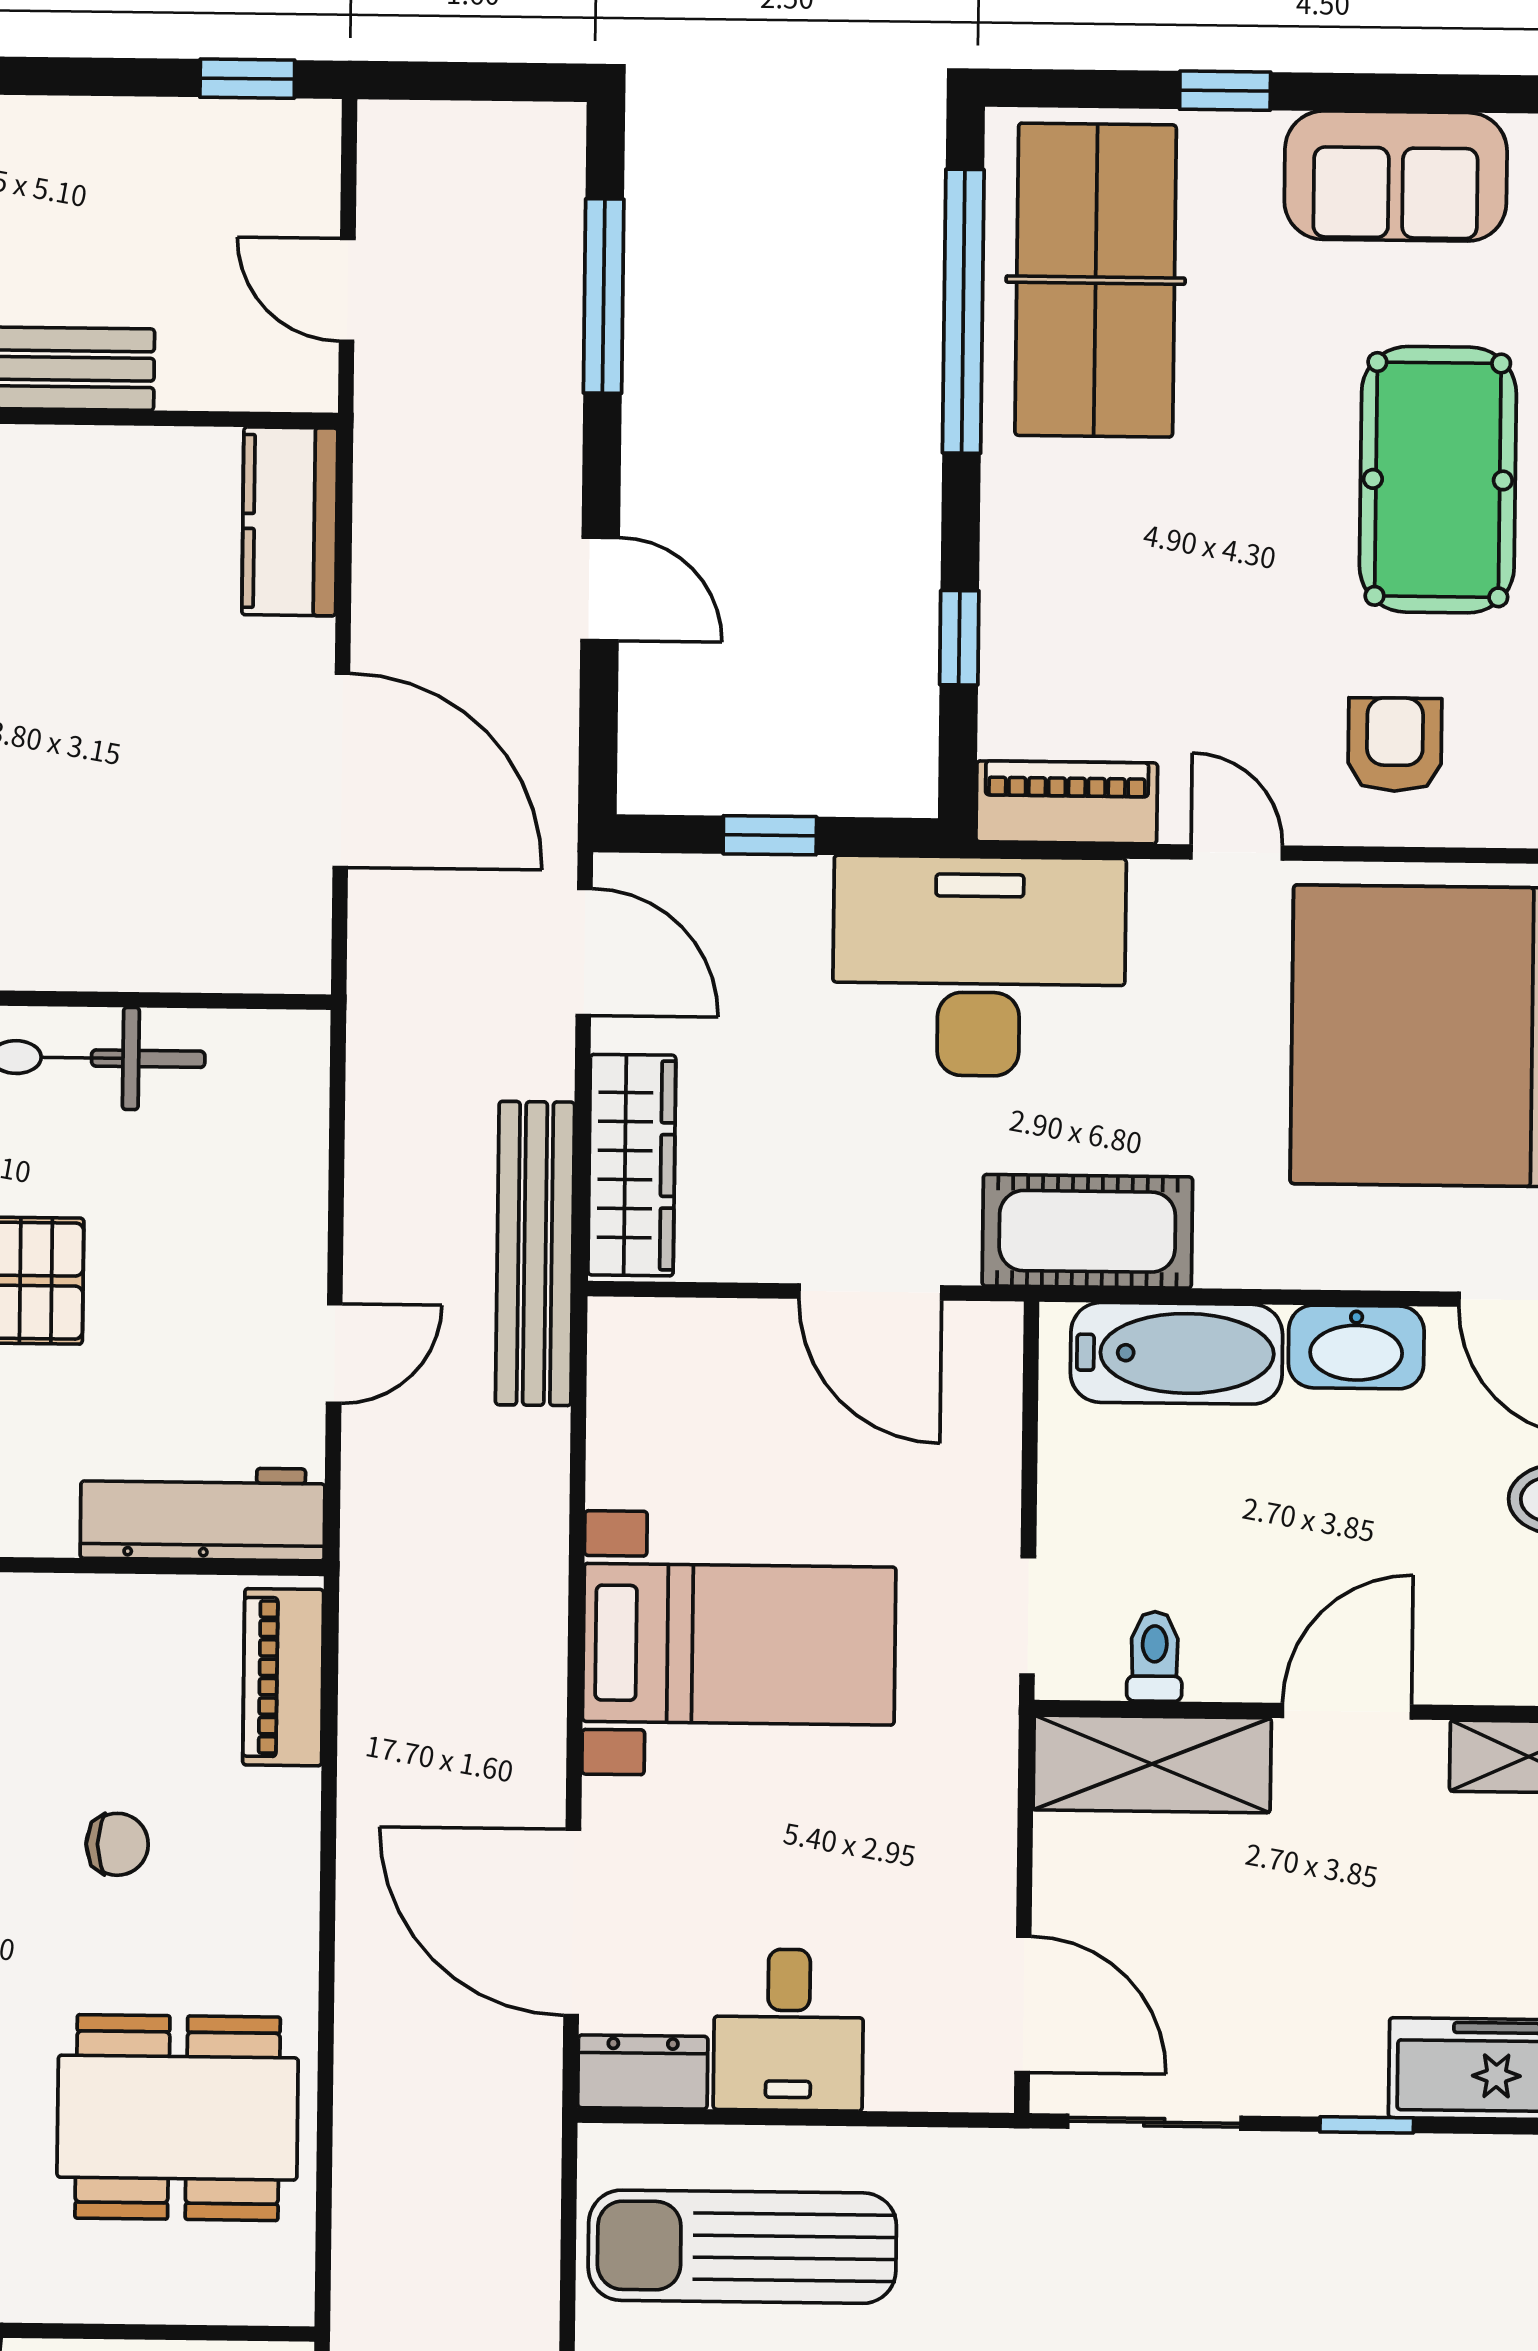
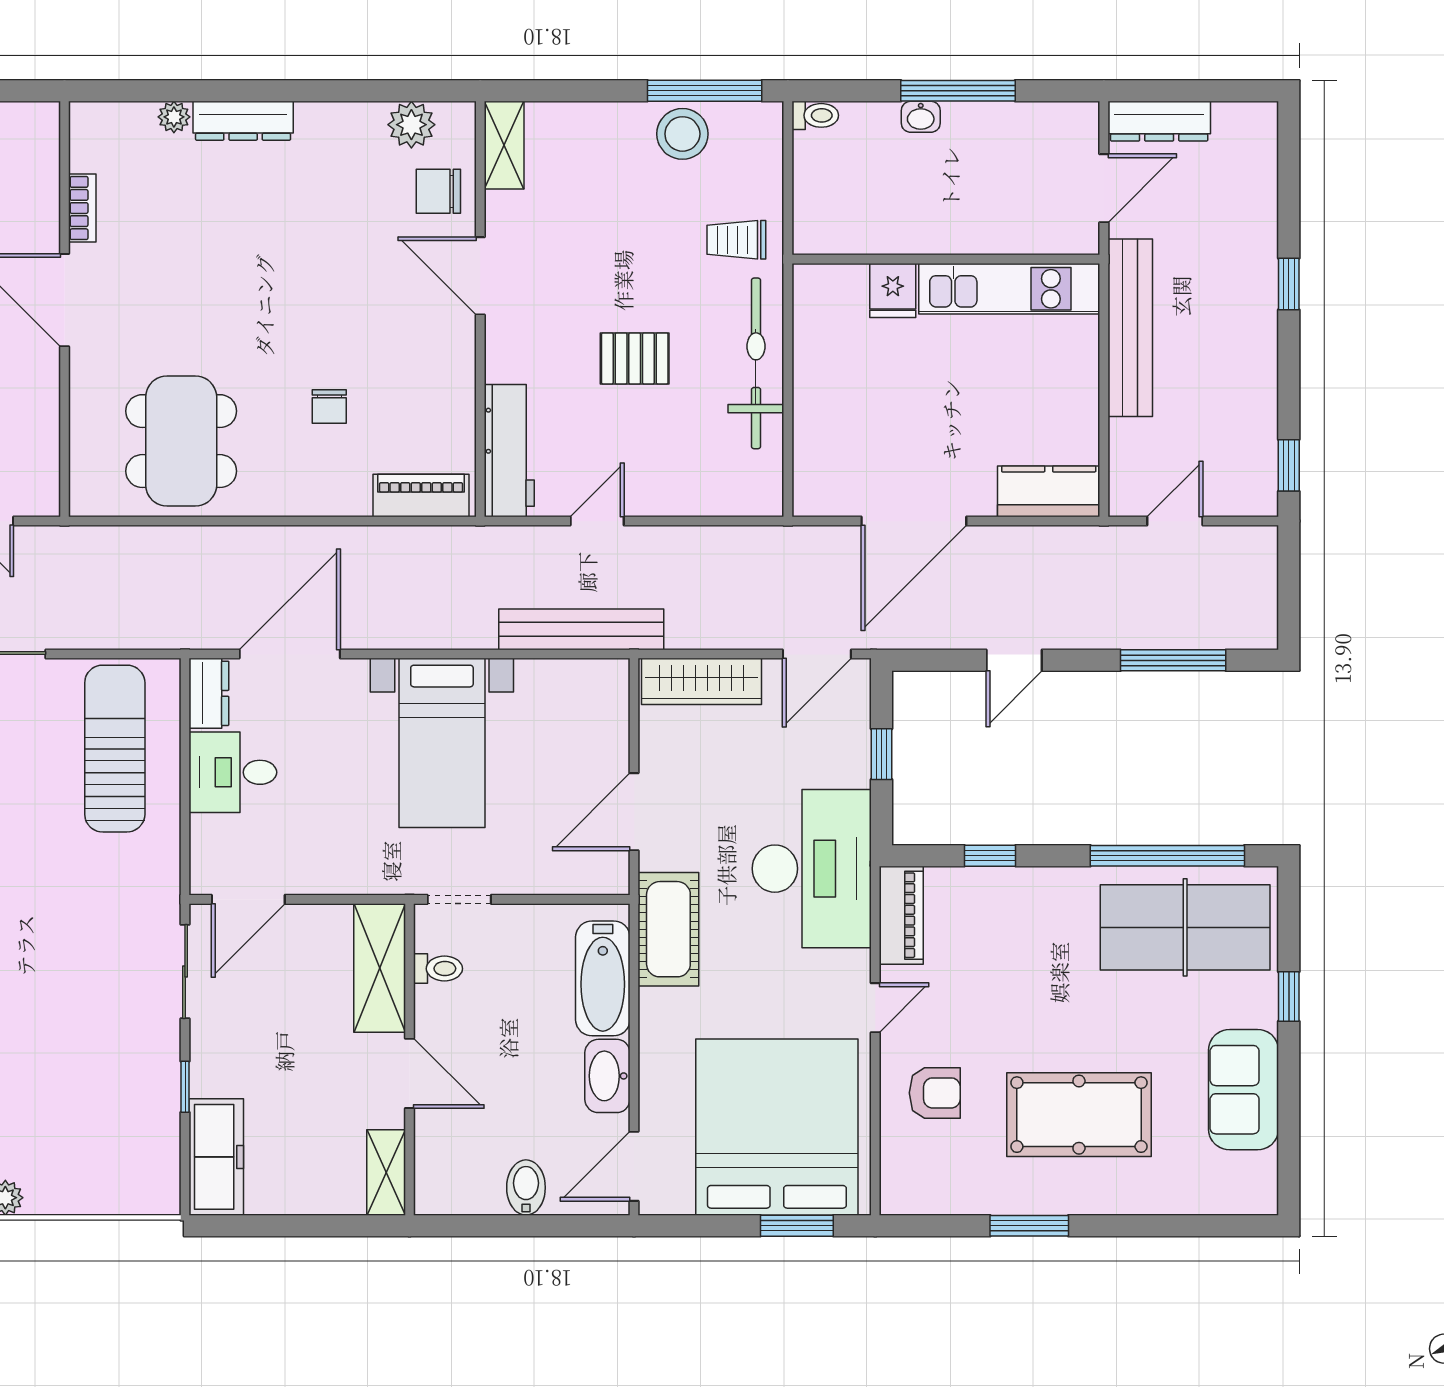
bench: (535, 1253) -> (581, 629), moved
door: (334, 1353) -> (597, 521), swing flipped

